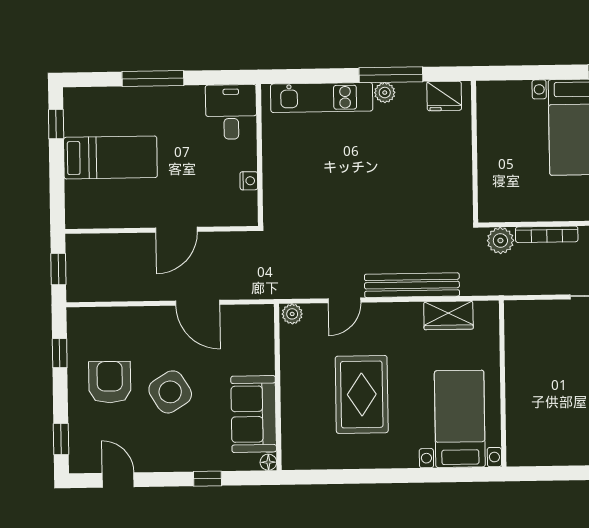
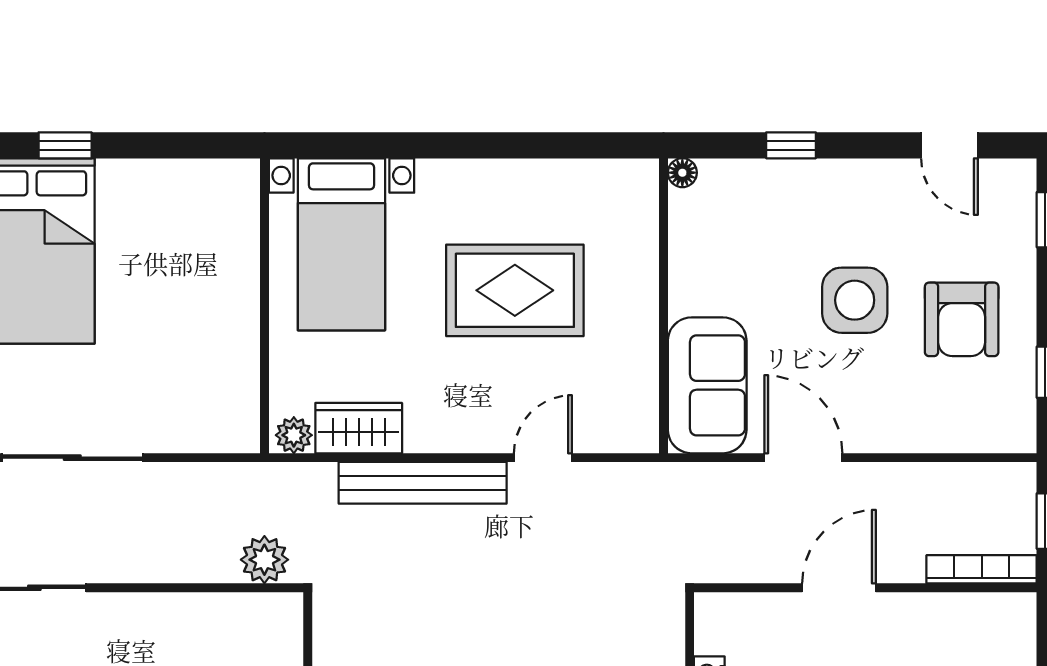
bookcase: (547, 234) -> (982, 569), moved
plant: (292, 314) -> (294, 435), moved
side table: (170, 392) -> (855, 300), turned 32
rug: (362, 394) -> (515, 290), turned 90
sofa: (254, 414) -> (707, 385), moved

